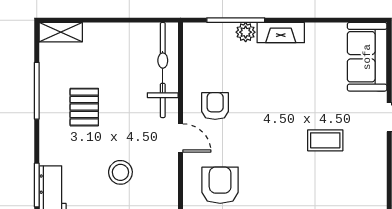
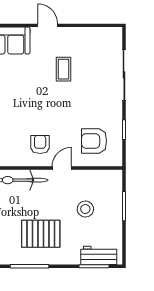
armchair: (215, 106) -> (40, 144), turned 90
pallet: (84, 107) -> (41, 234), width x1.50, depth x1.42

